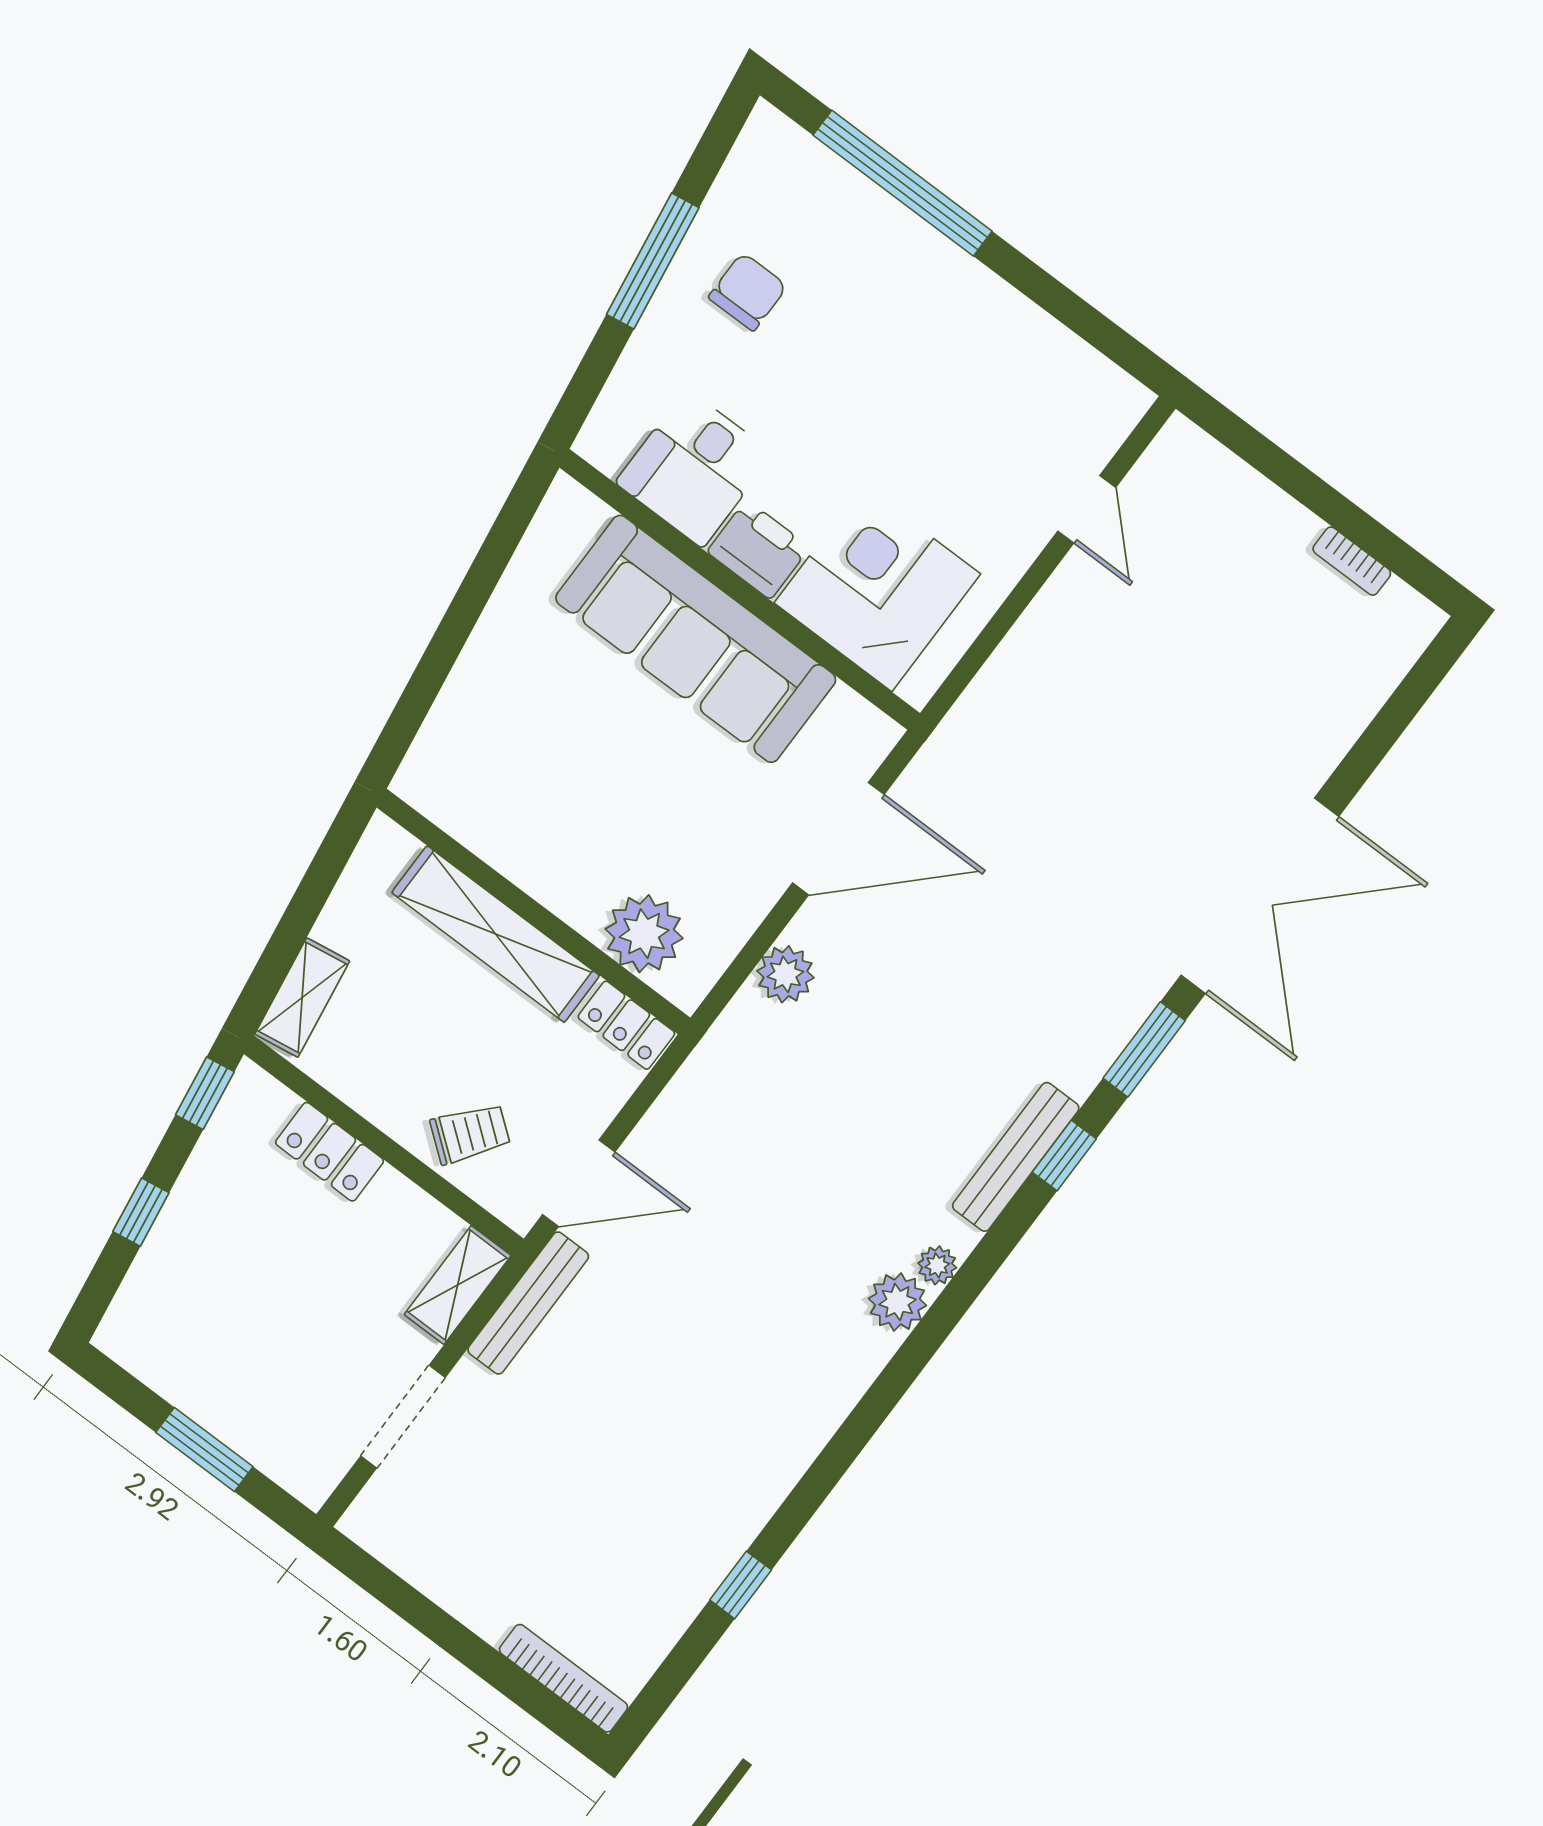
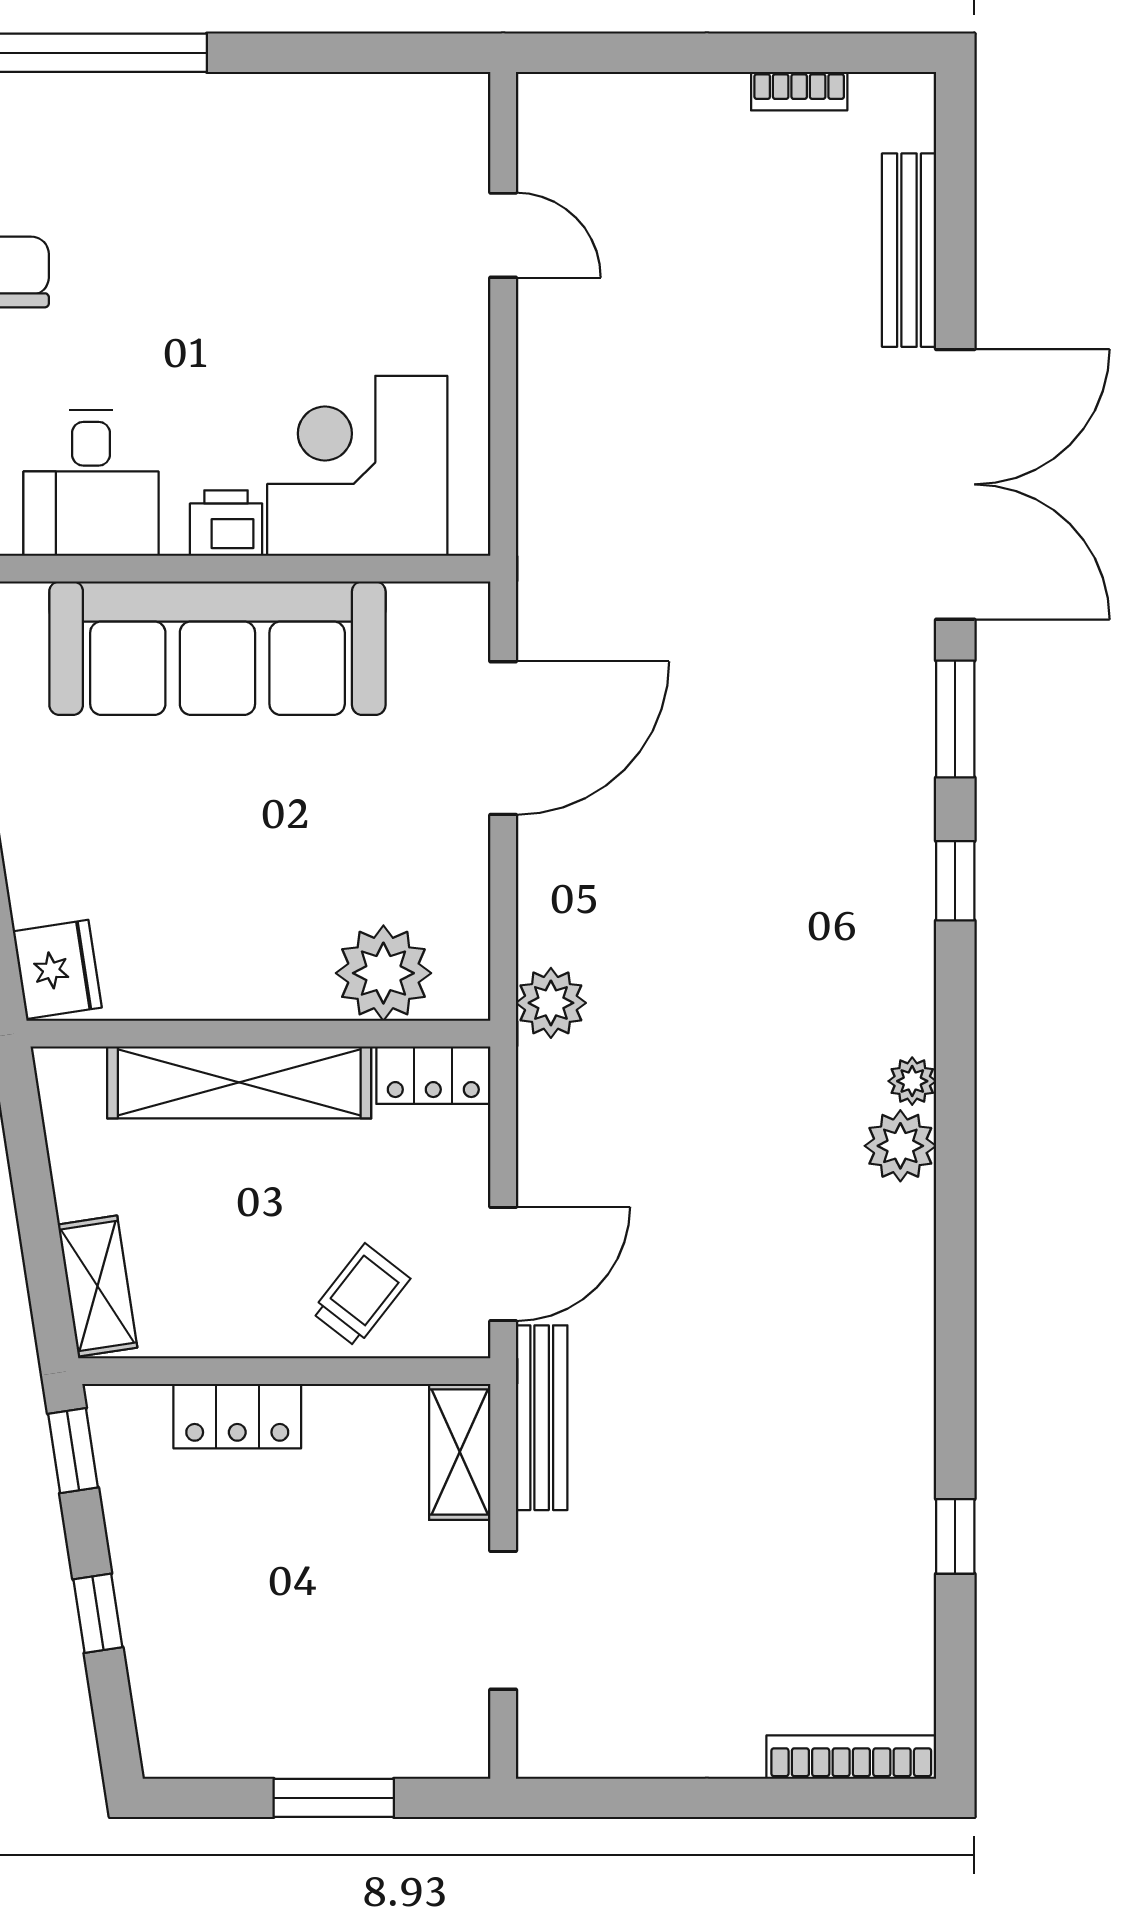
printer: (758, 549) -> (226, 523), width x0.73, depth x0.81
fridge: (432, 770) -> (57, 969), added
plant: (785, 974) -> (551, 1003), moved
bench: (1016, 1157) -> (909, 250), moved

